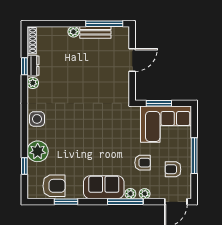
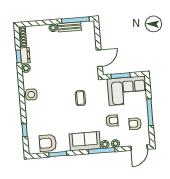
door: (132, 60) -> (99, 58), moved
coffee table: (102, 129) -> (80, 98), added
plant: (38, 151) -> (34, 118), removed
armchair: (54, 186) -> (48, 143), turned 180

